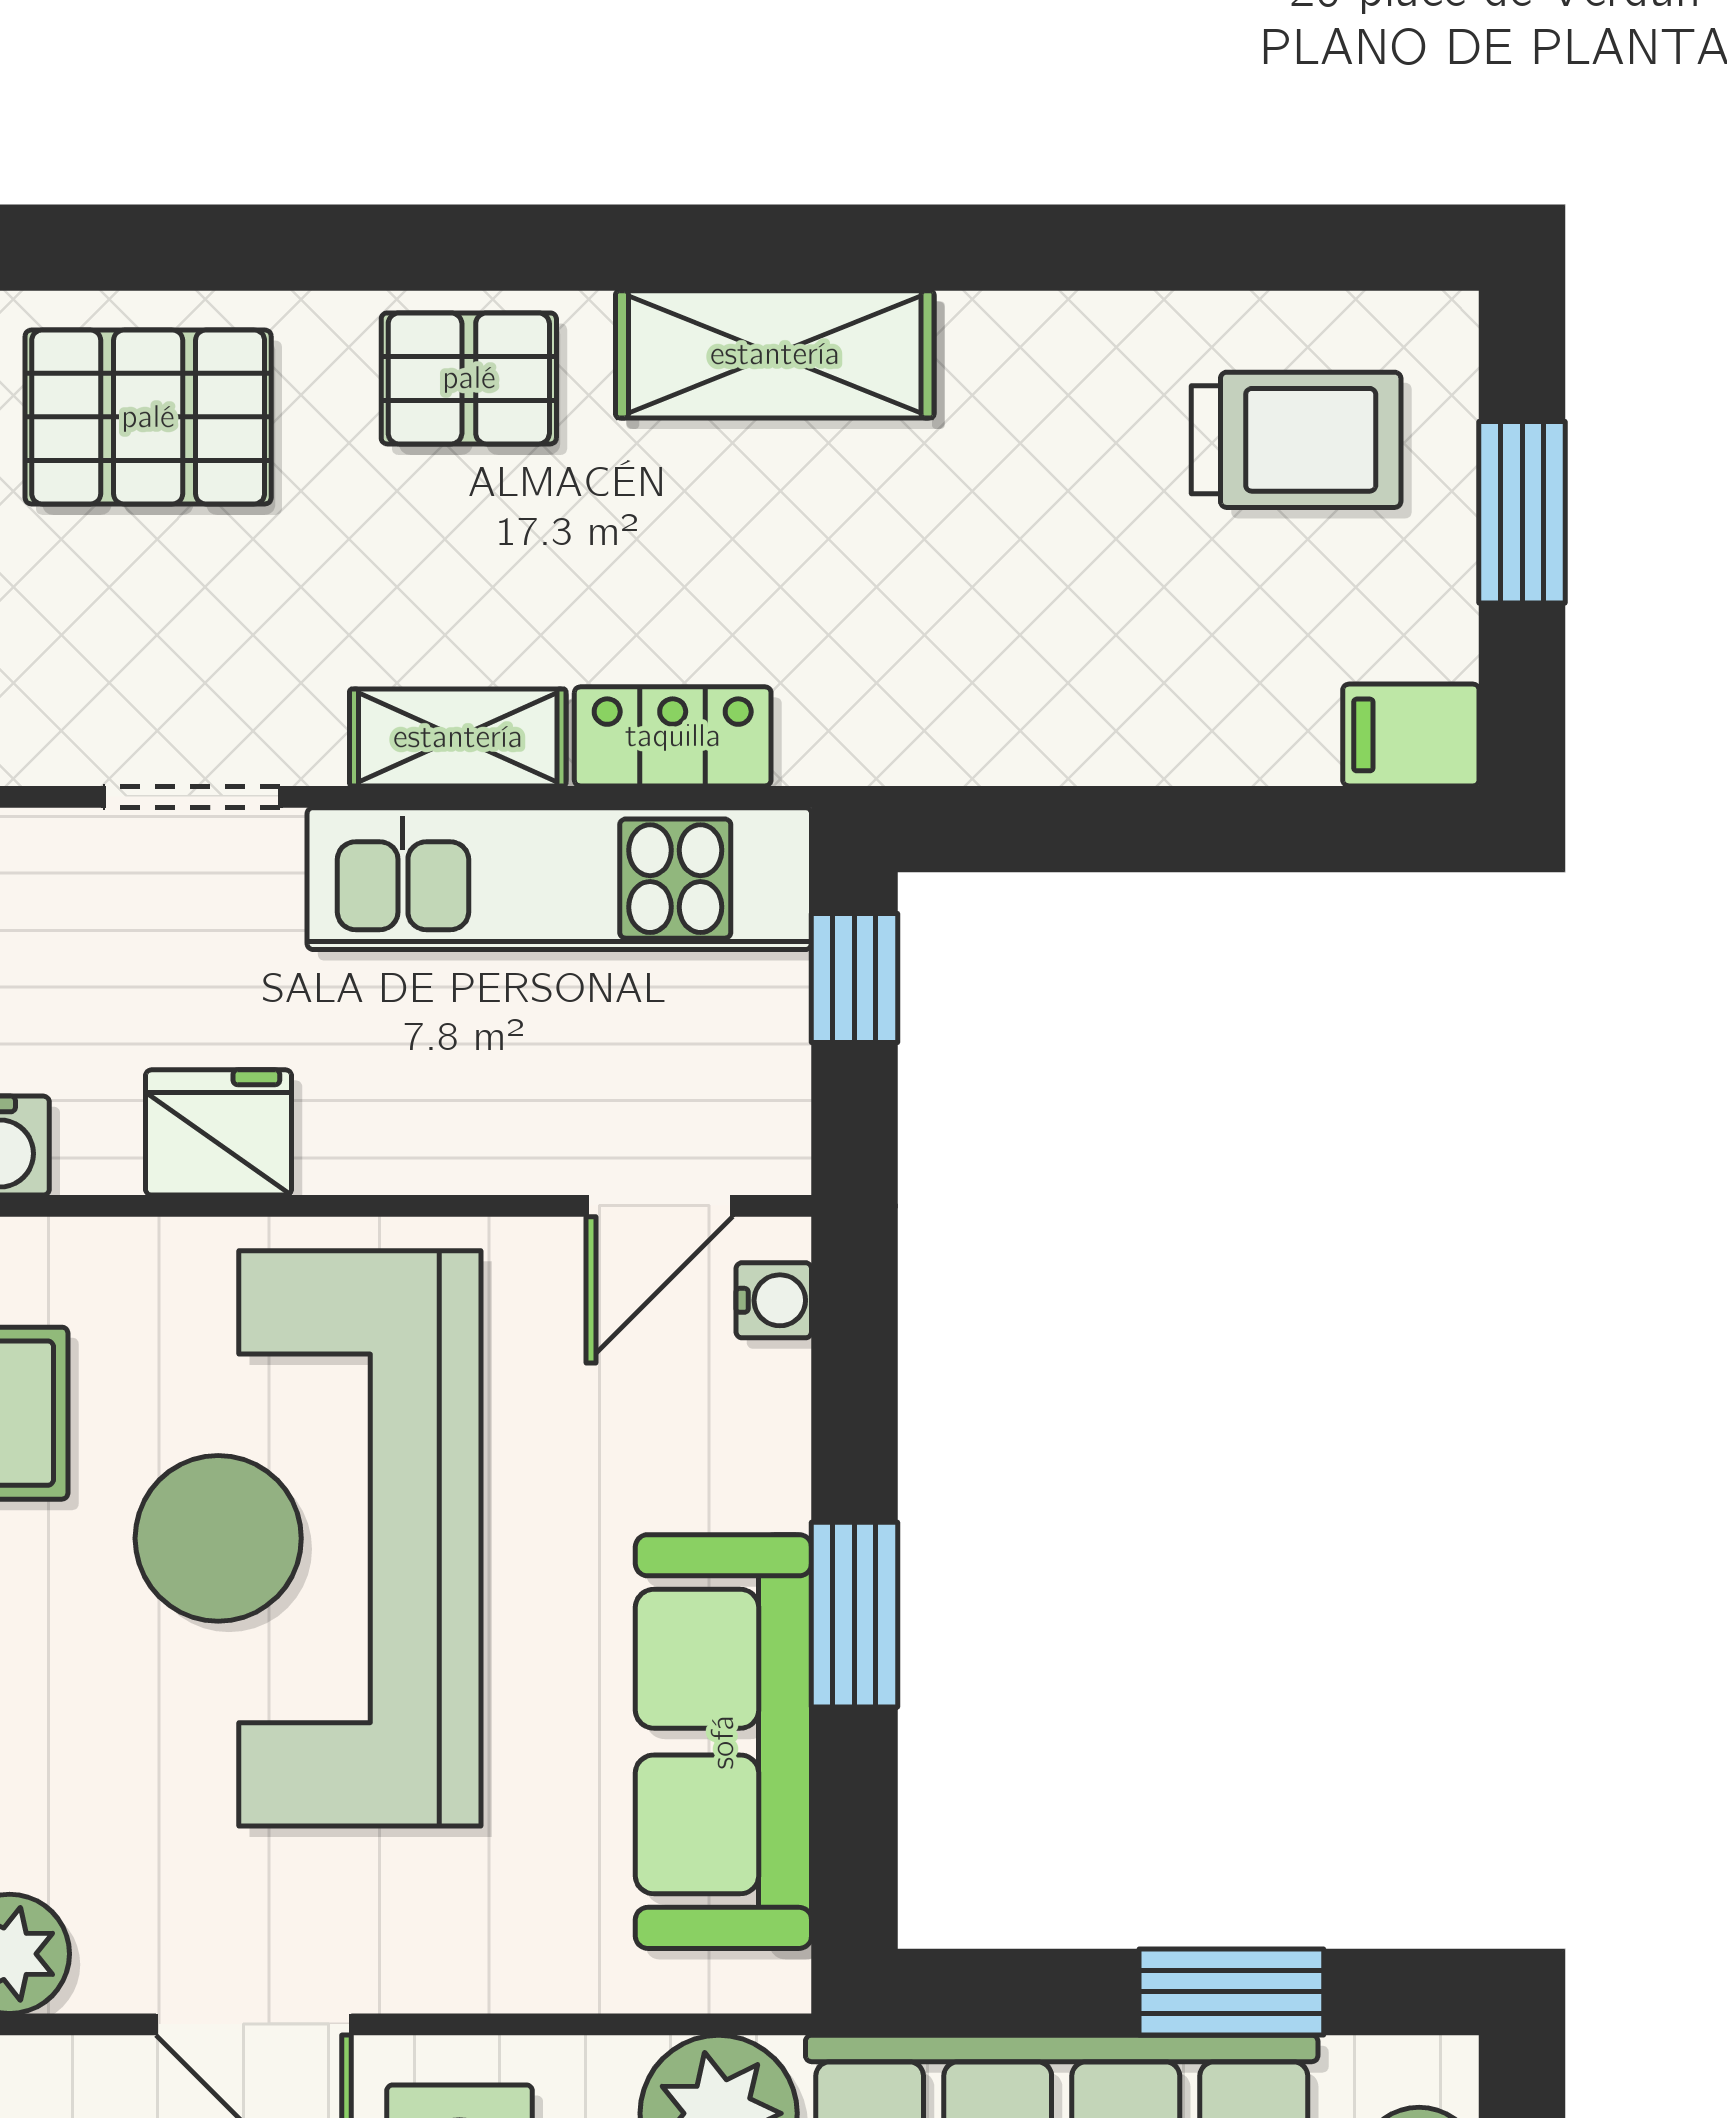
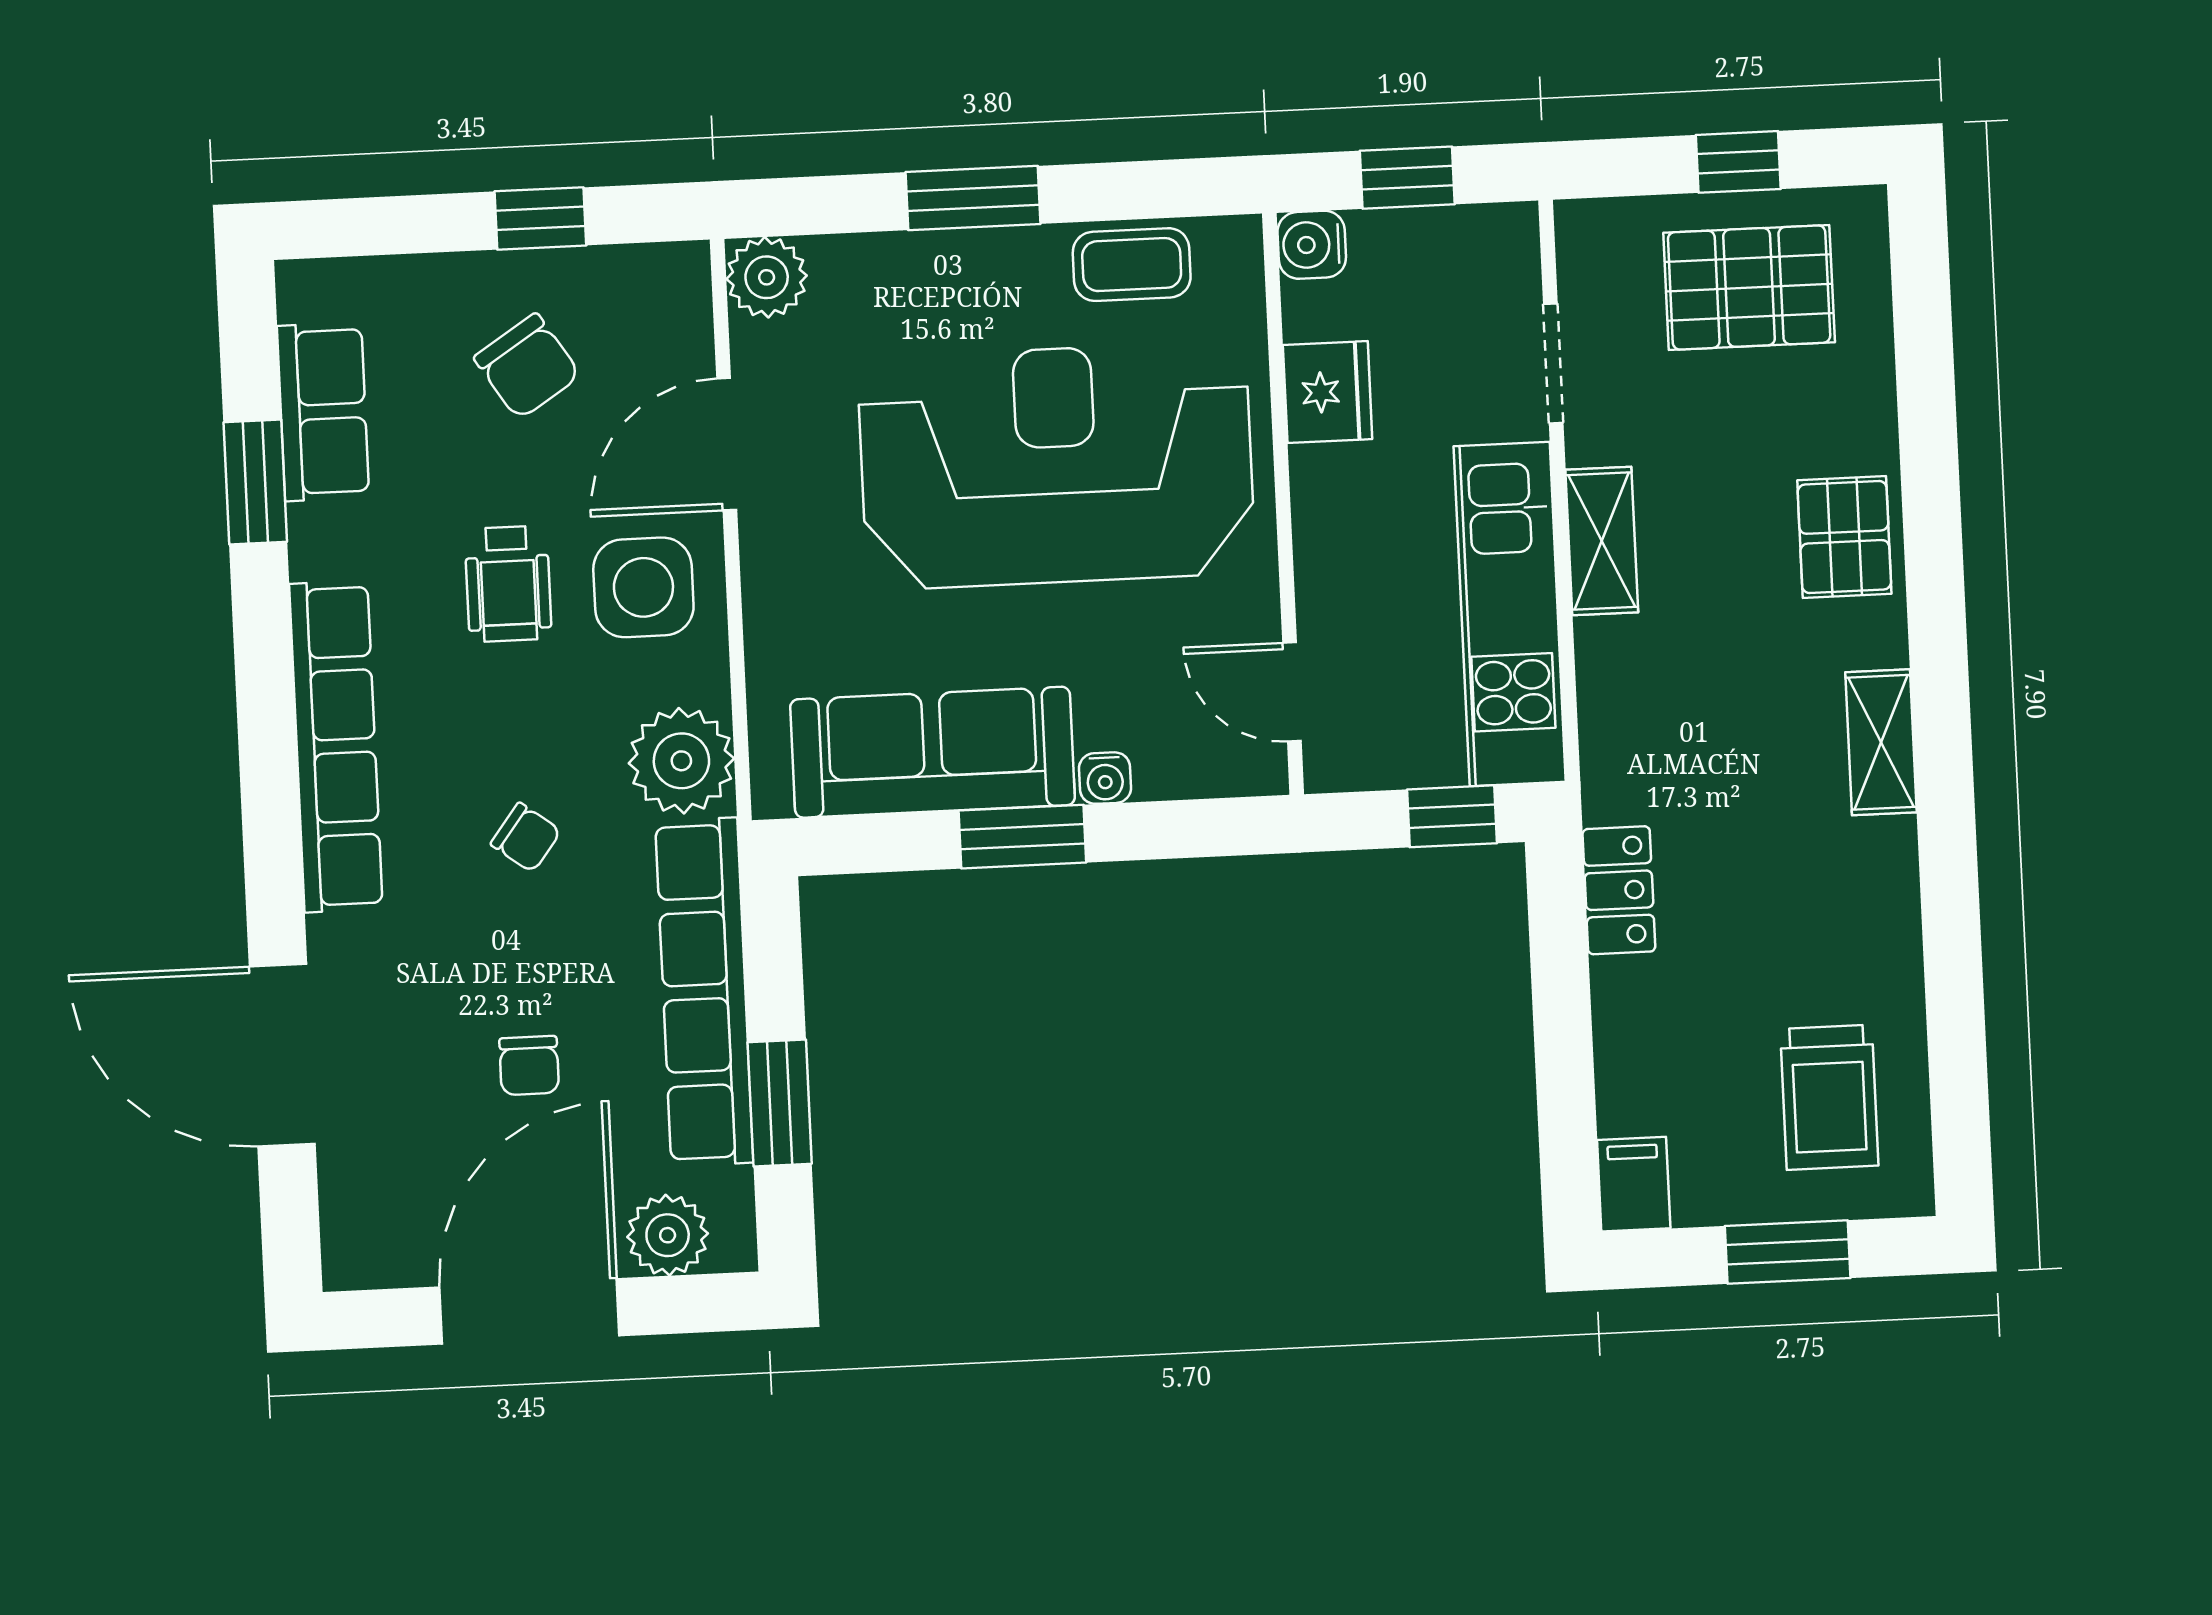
shelving: (775, 354) -> (1881, 742), width x0.67, depth x0.75
pallet: (148, 417) -> (1749, 287), moved, turned 90
locker: (673, 736) -> (1619, 890), moved
water cooler: (774, 1300) -> (1105, 778), moved

